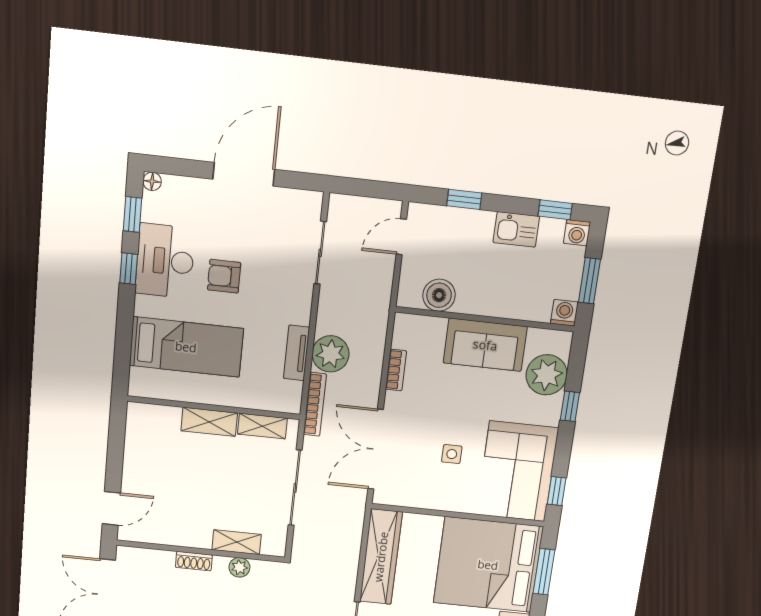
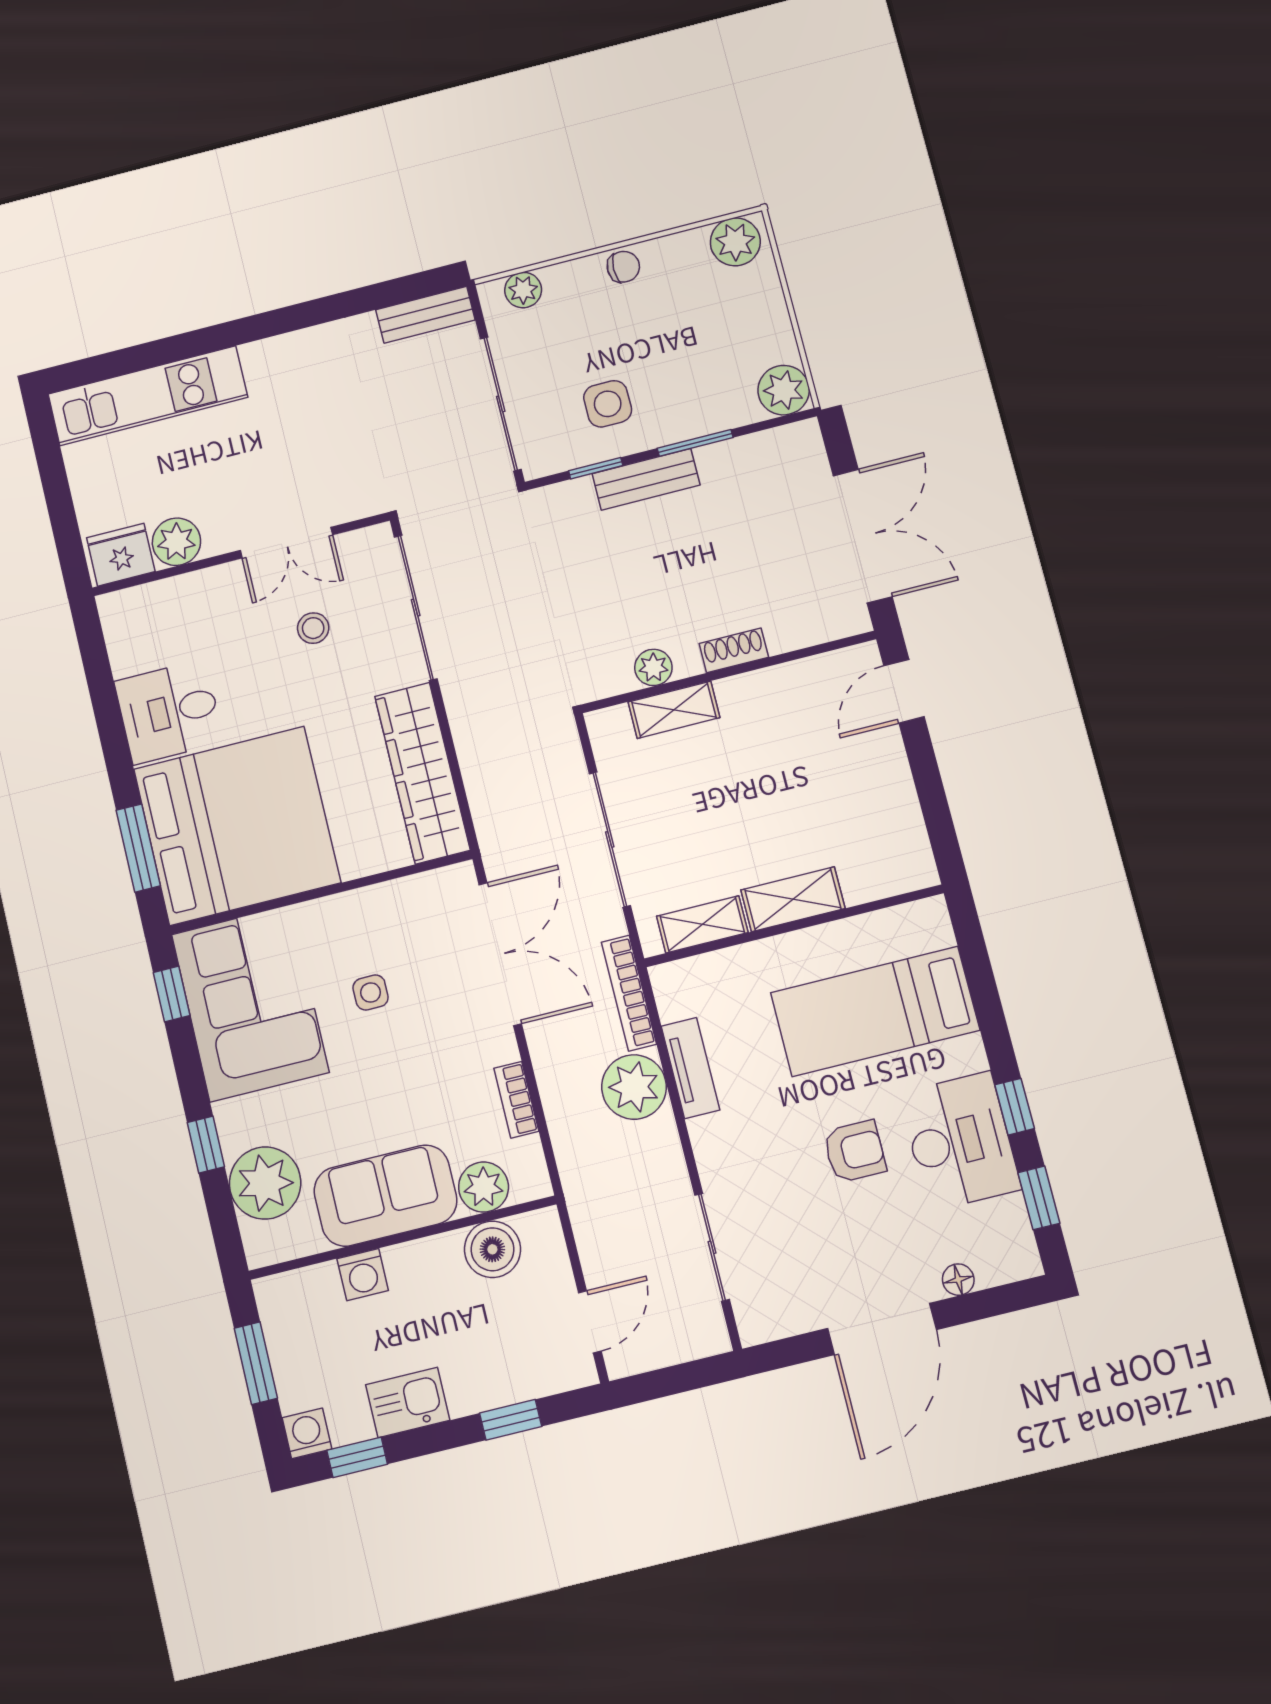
floor lamp: (152, 181) -> (958, 1280), moved
washing machine: (564, 313) -> (363, 1275), moved
plant: (431, 330) -> (484, 1187), added

